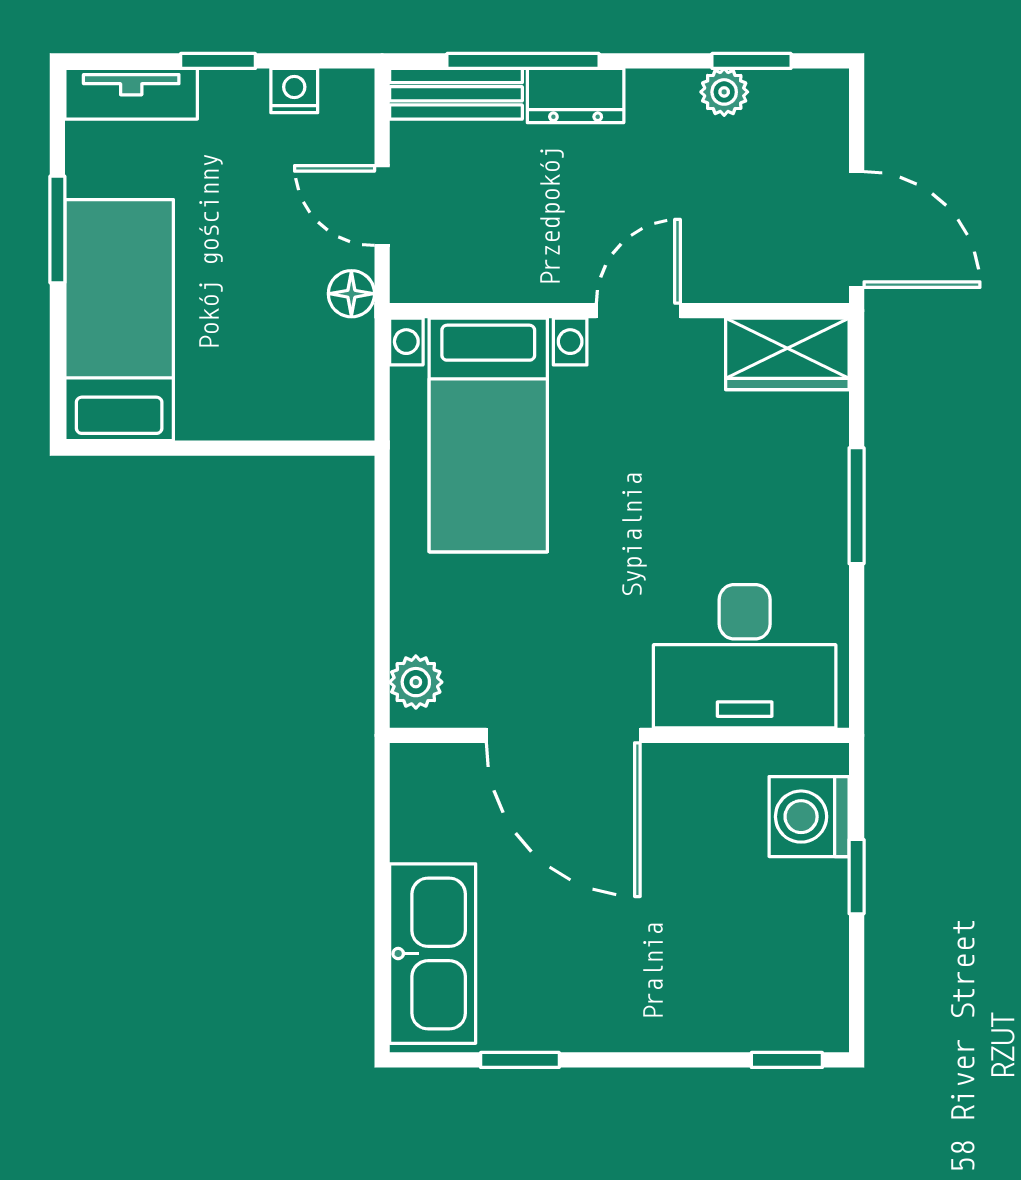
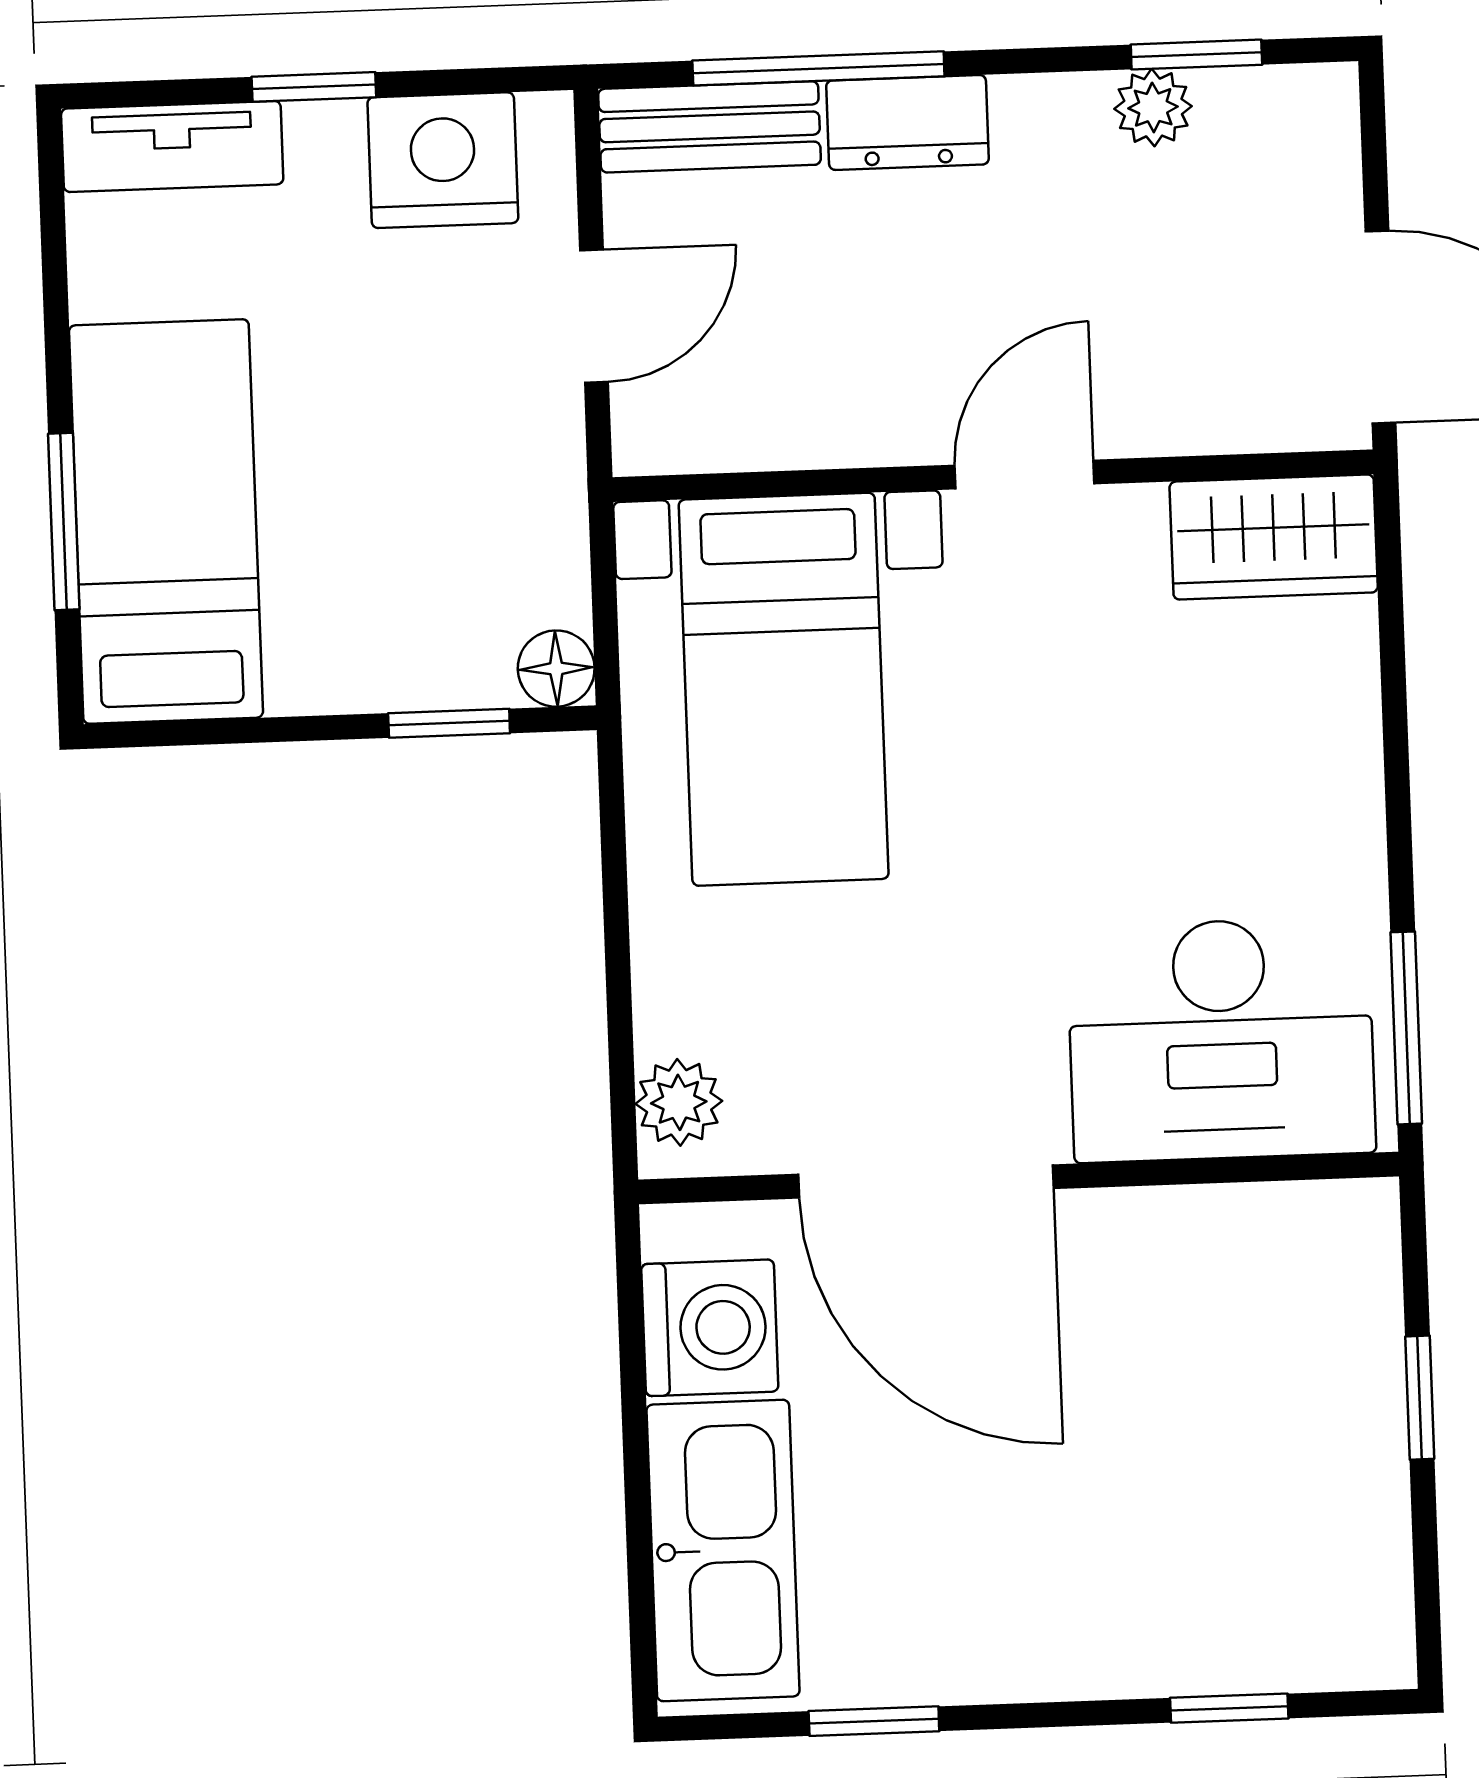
nightstand: (294, 91) -> (443, 160), width x1.89, depth x1.79
door: (382, 206) -> (594, 316), swing flipped
window: (57, 229) -> (64, 522), moved
floor lamp: (351, 294) -> (556, 669), moved
window: (286, 448) -> (449, 723), added
window: (857, 506) -> (1406, 1028), moved
washing machine: (809, 817) -> (710, 1328), moved, turned 180
window: (787, 1060) -> (1229, 1708), moved

